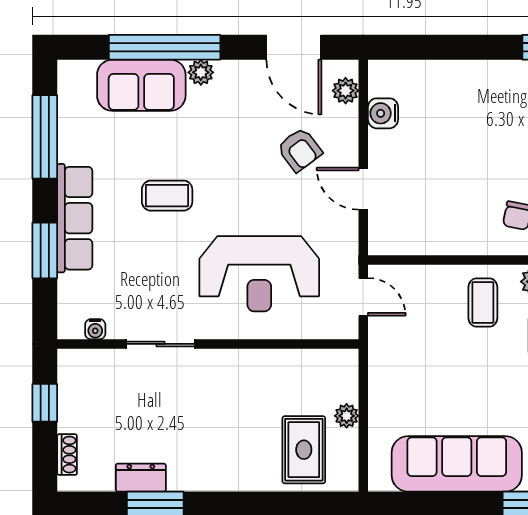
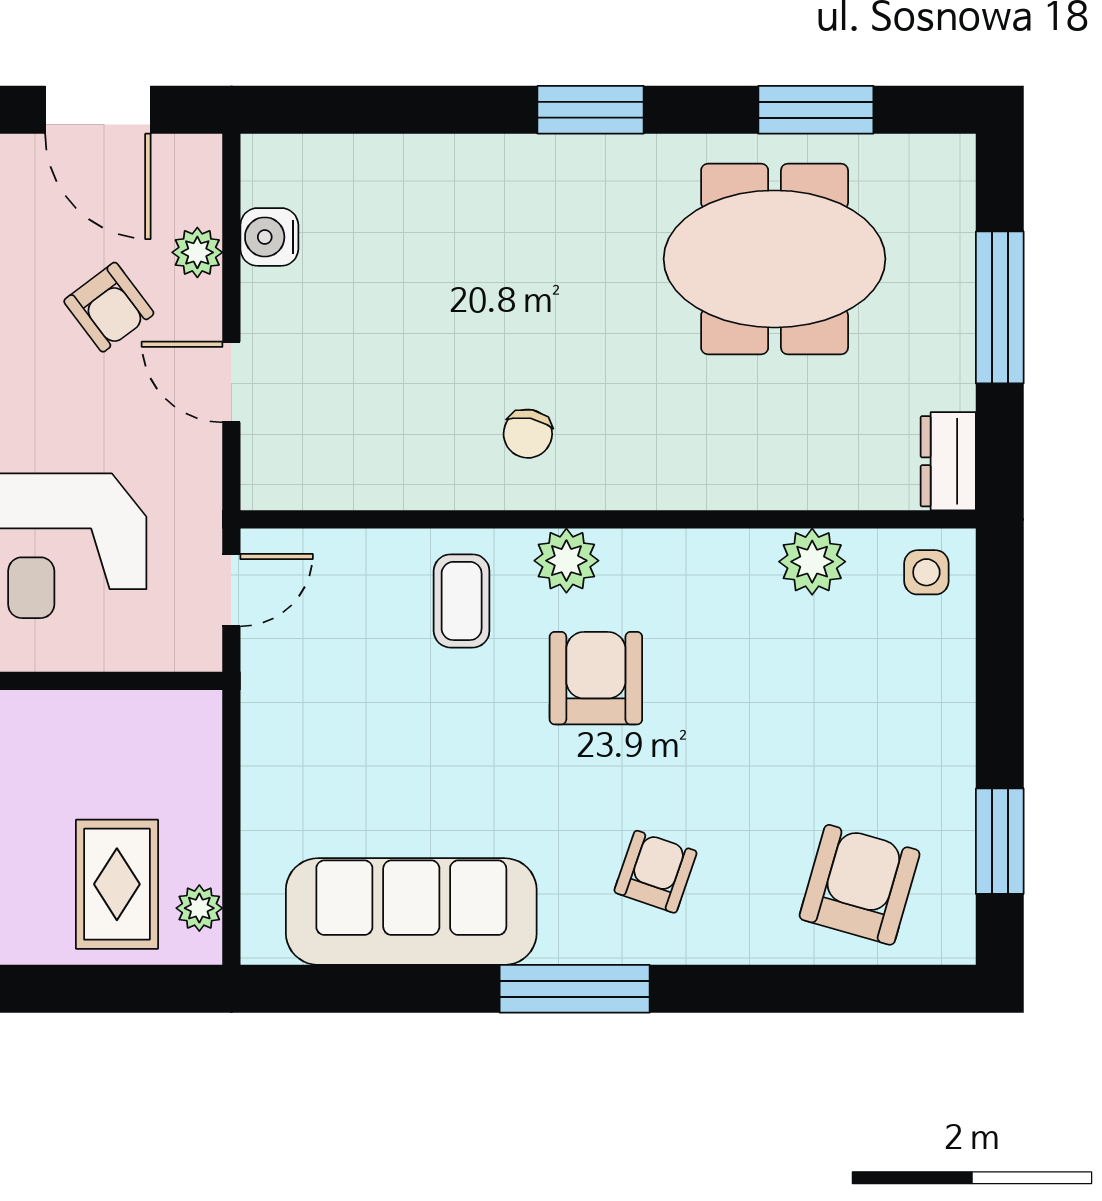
plant: (346, 91) -> (197, 252), moved
door: (363, 297) -> (231, 590), hinge flipped
plant: (347, 416) -> (199, 908), moved

